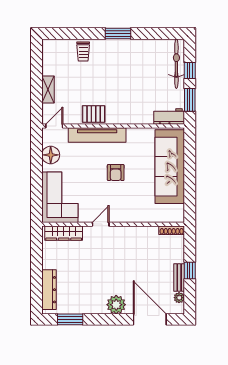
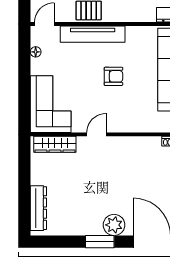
floor lamp: (51, 155) -> (36, 52), width x0.53, depth x0.53
armchair: (116, 173) -> (113, 76), turned -90
window: (70, 319) -> (100, 242), moved

